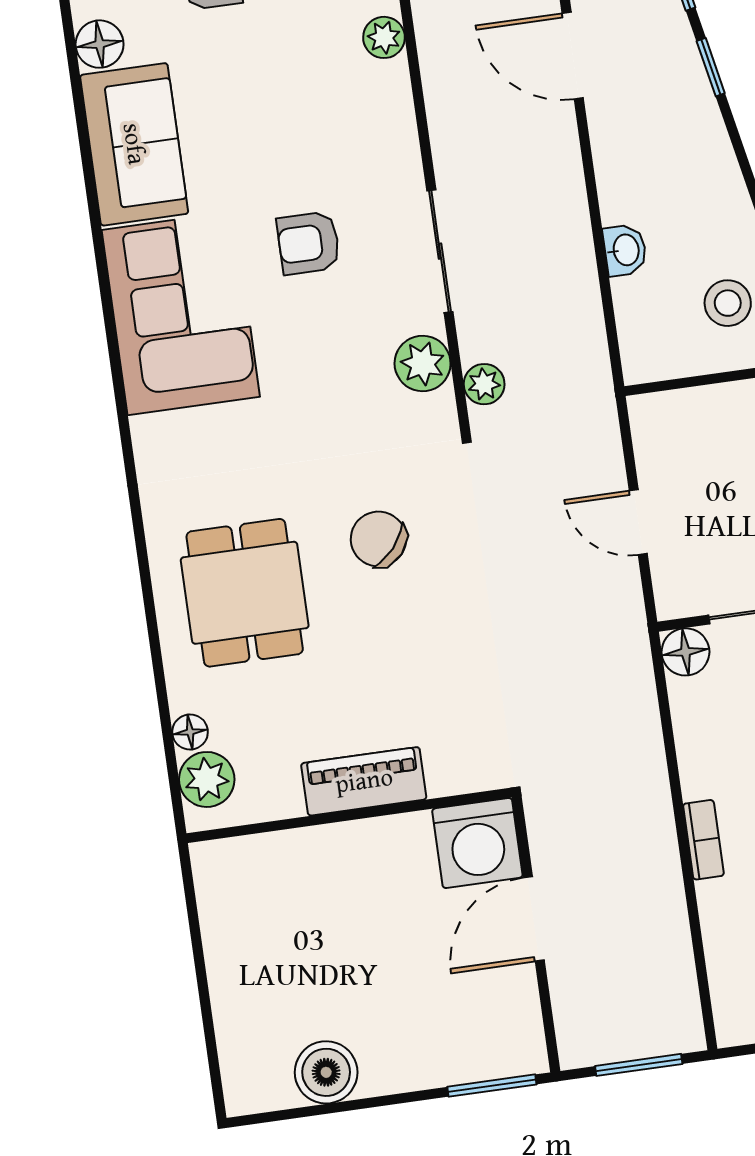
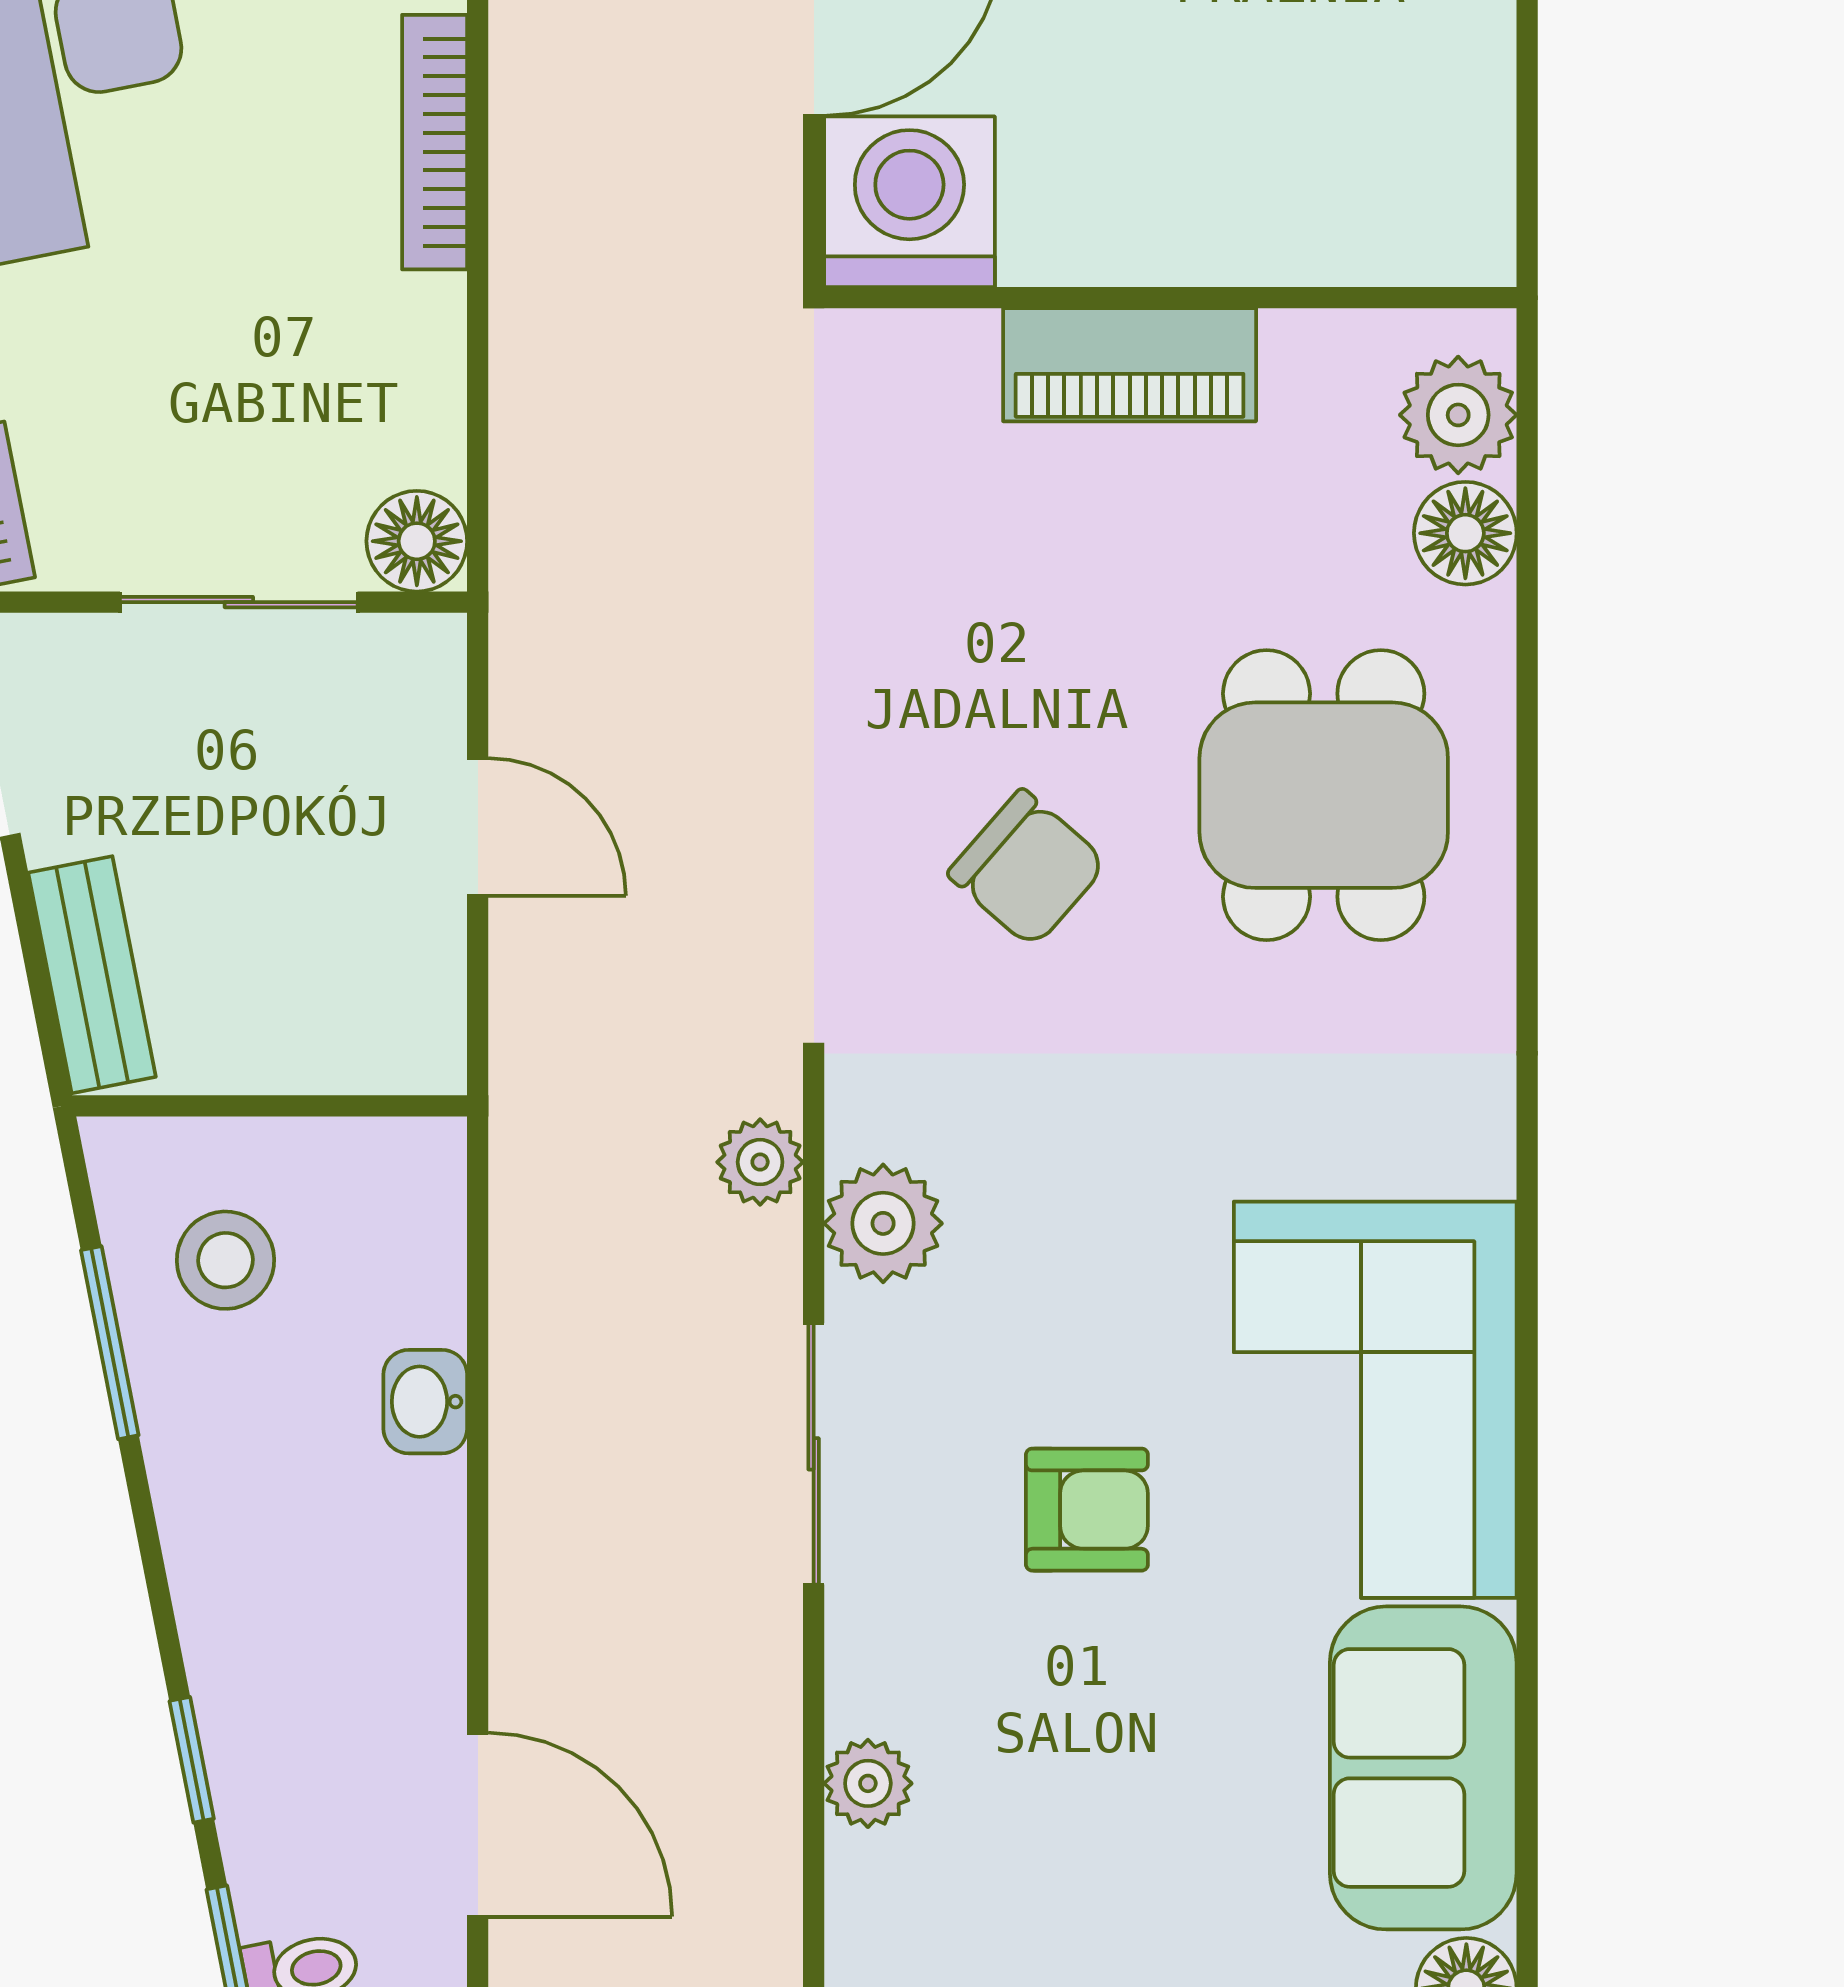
plant: (384, 37) -> (868, 1783), moved
floor lamp: (190, 732) -> (1465, 533), width x1.37, depth x1.37
bookcase: (703, 840) -> (435, 142), width x1.56

